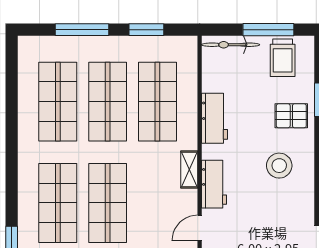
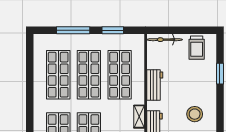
window: (268, 30) -> (188, 30), removed
pallet: (291, 116) -> (202, 83), removed

